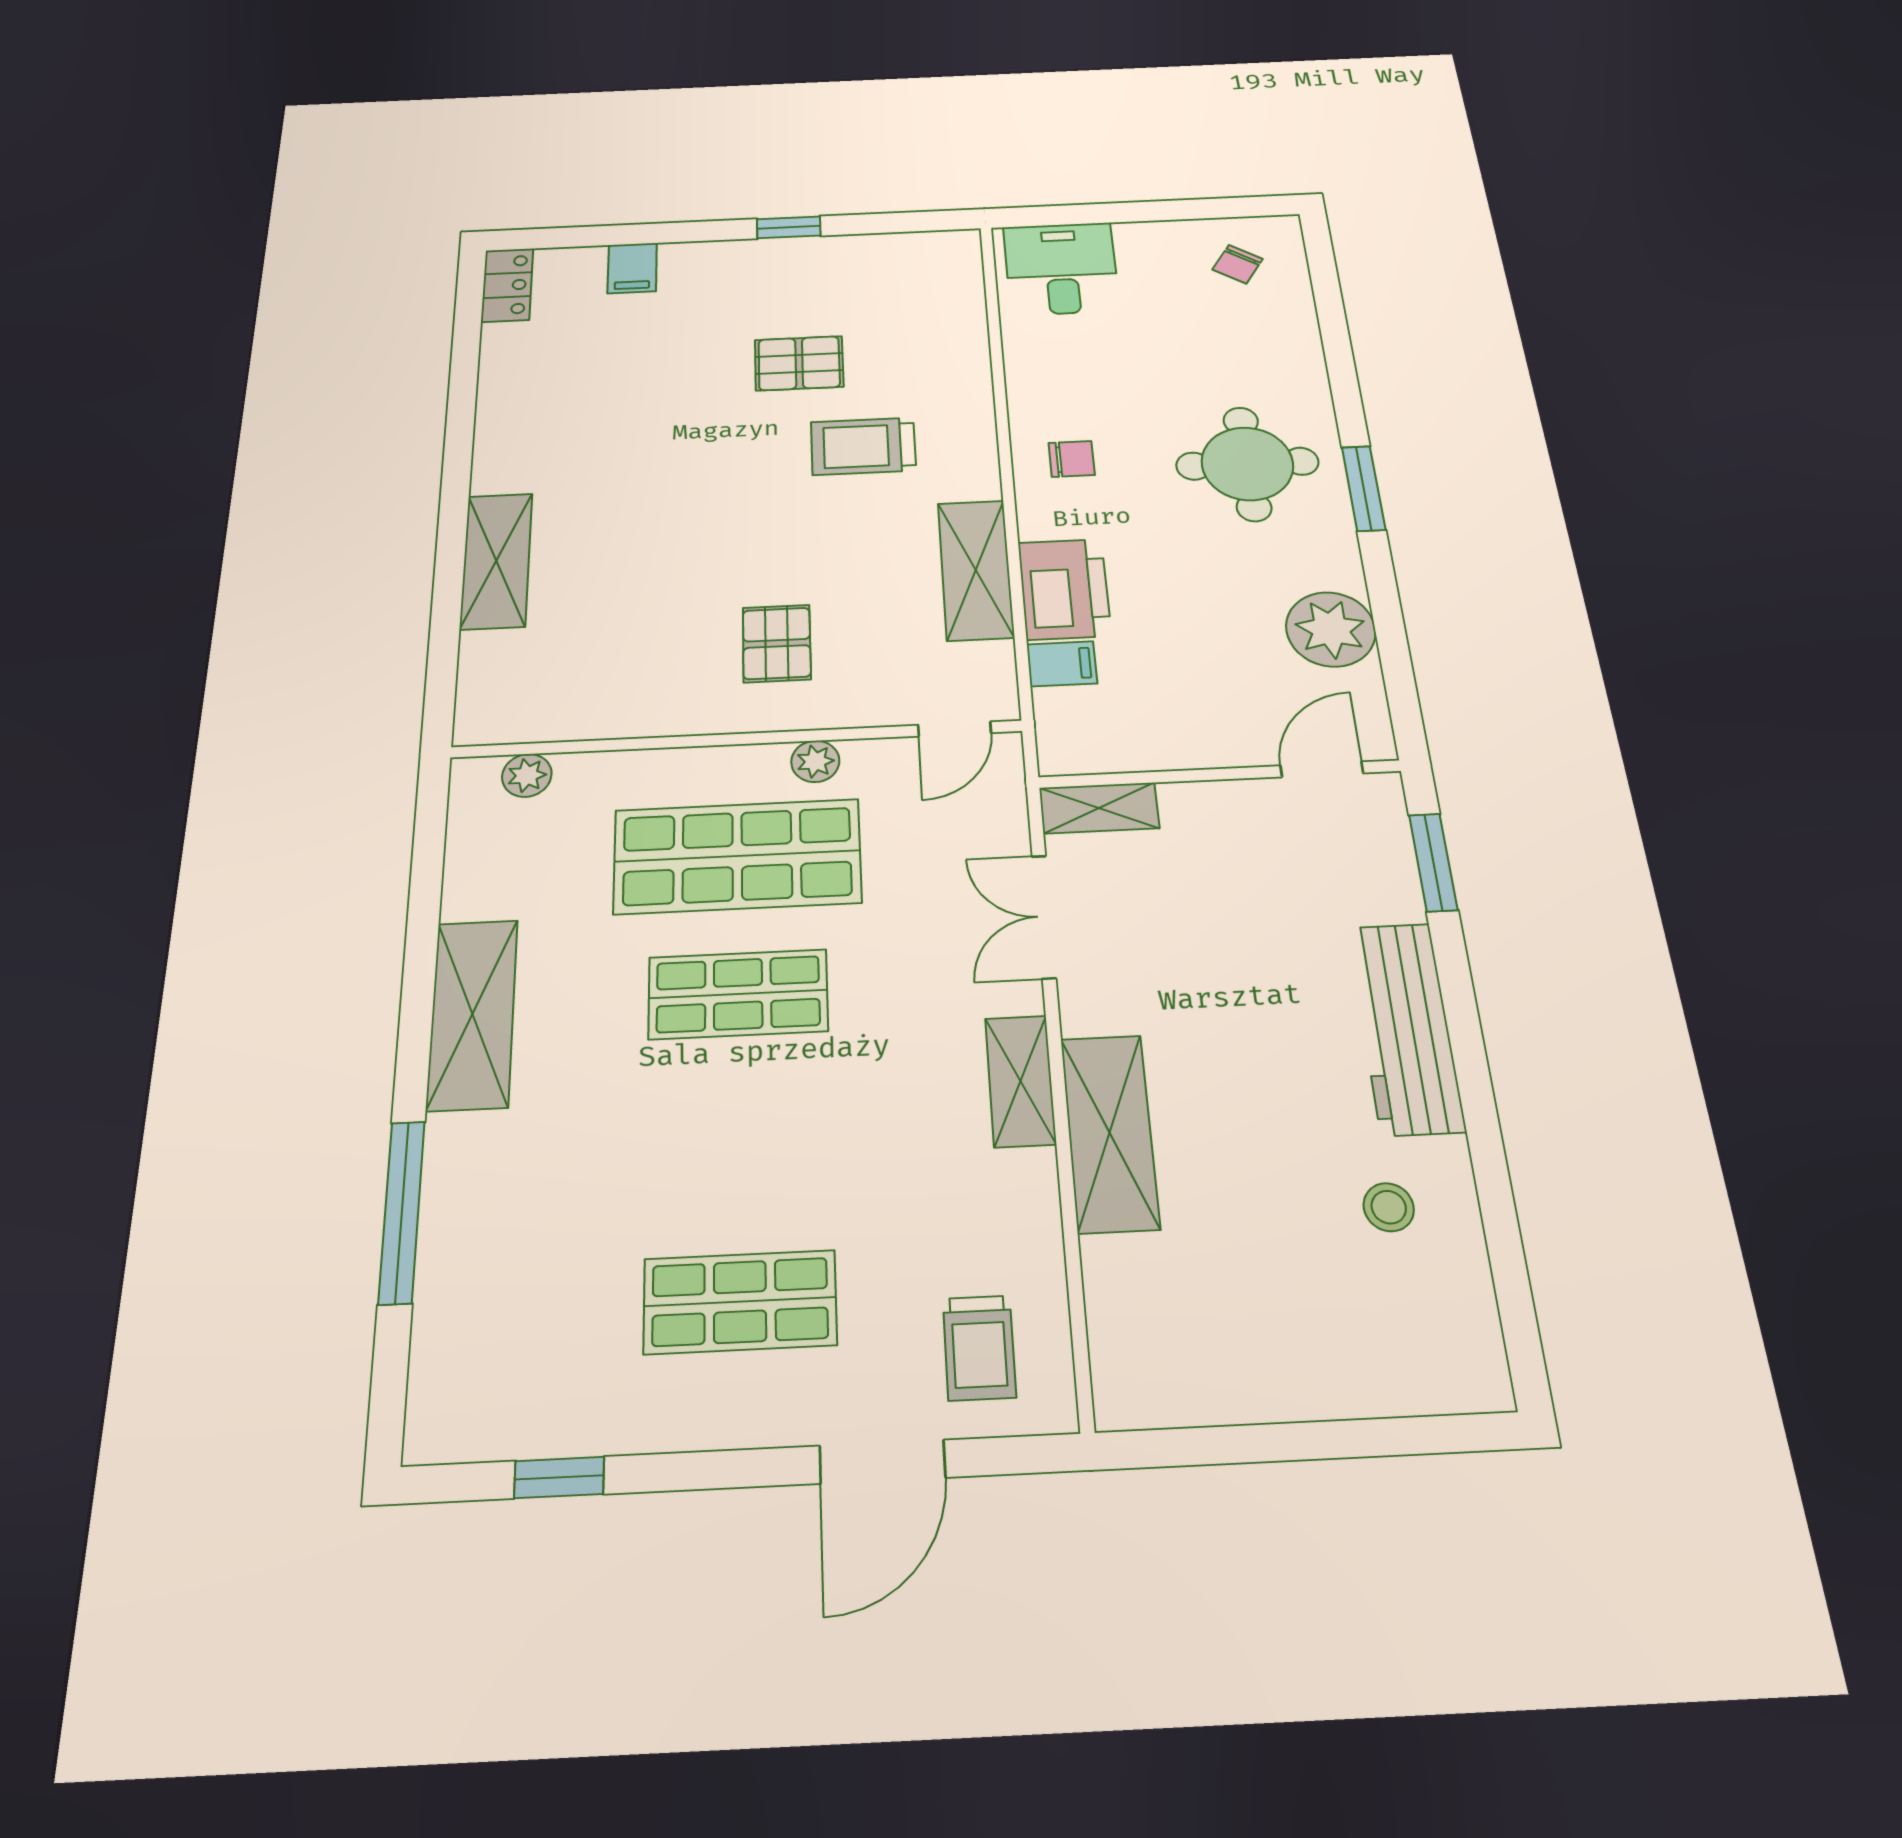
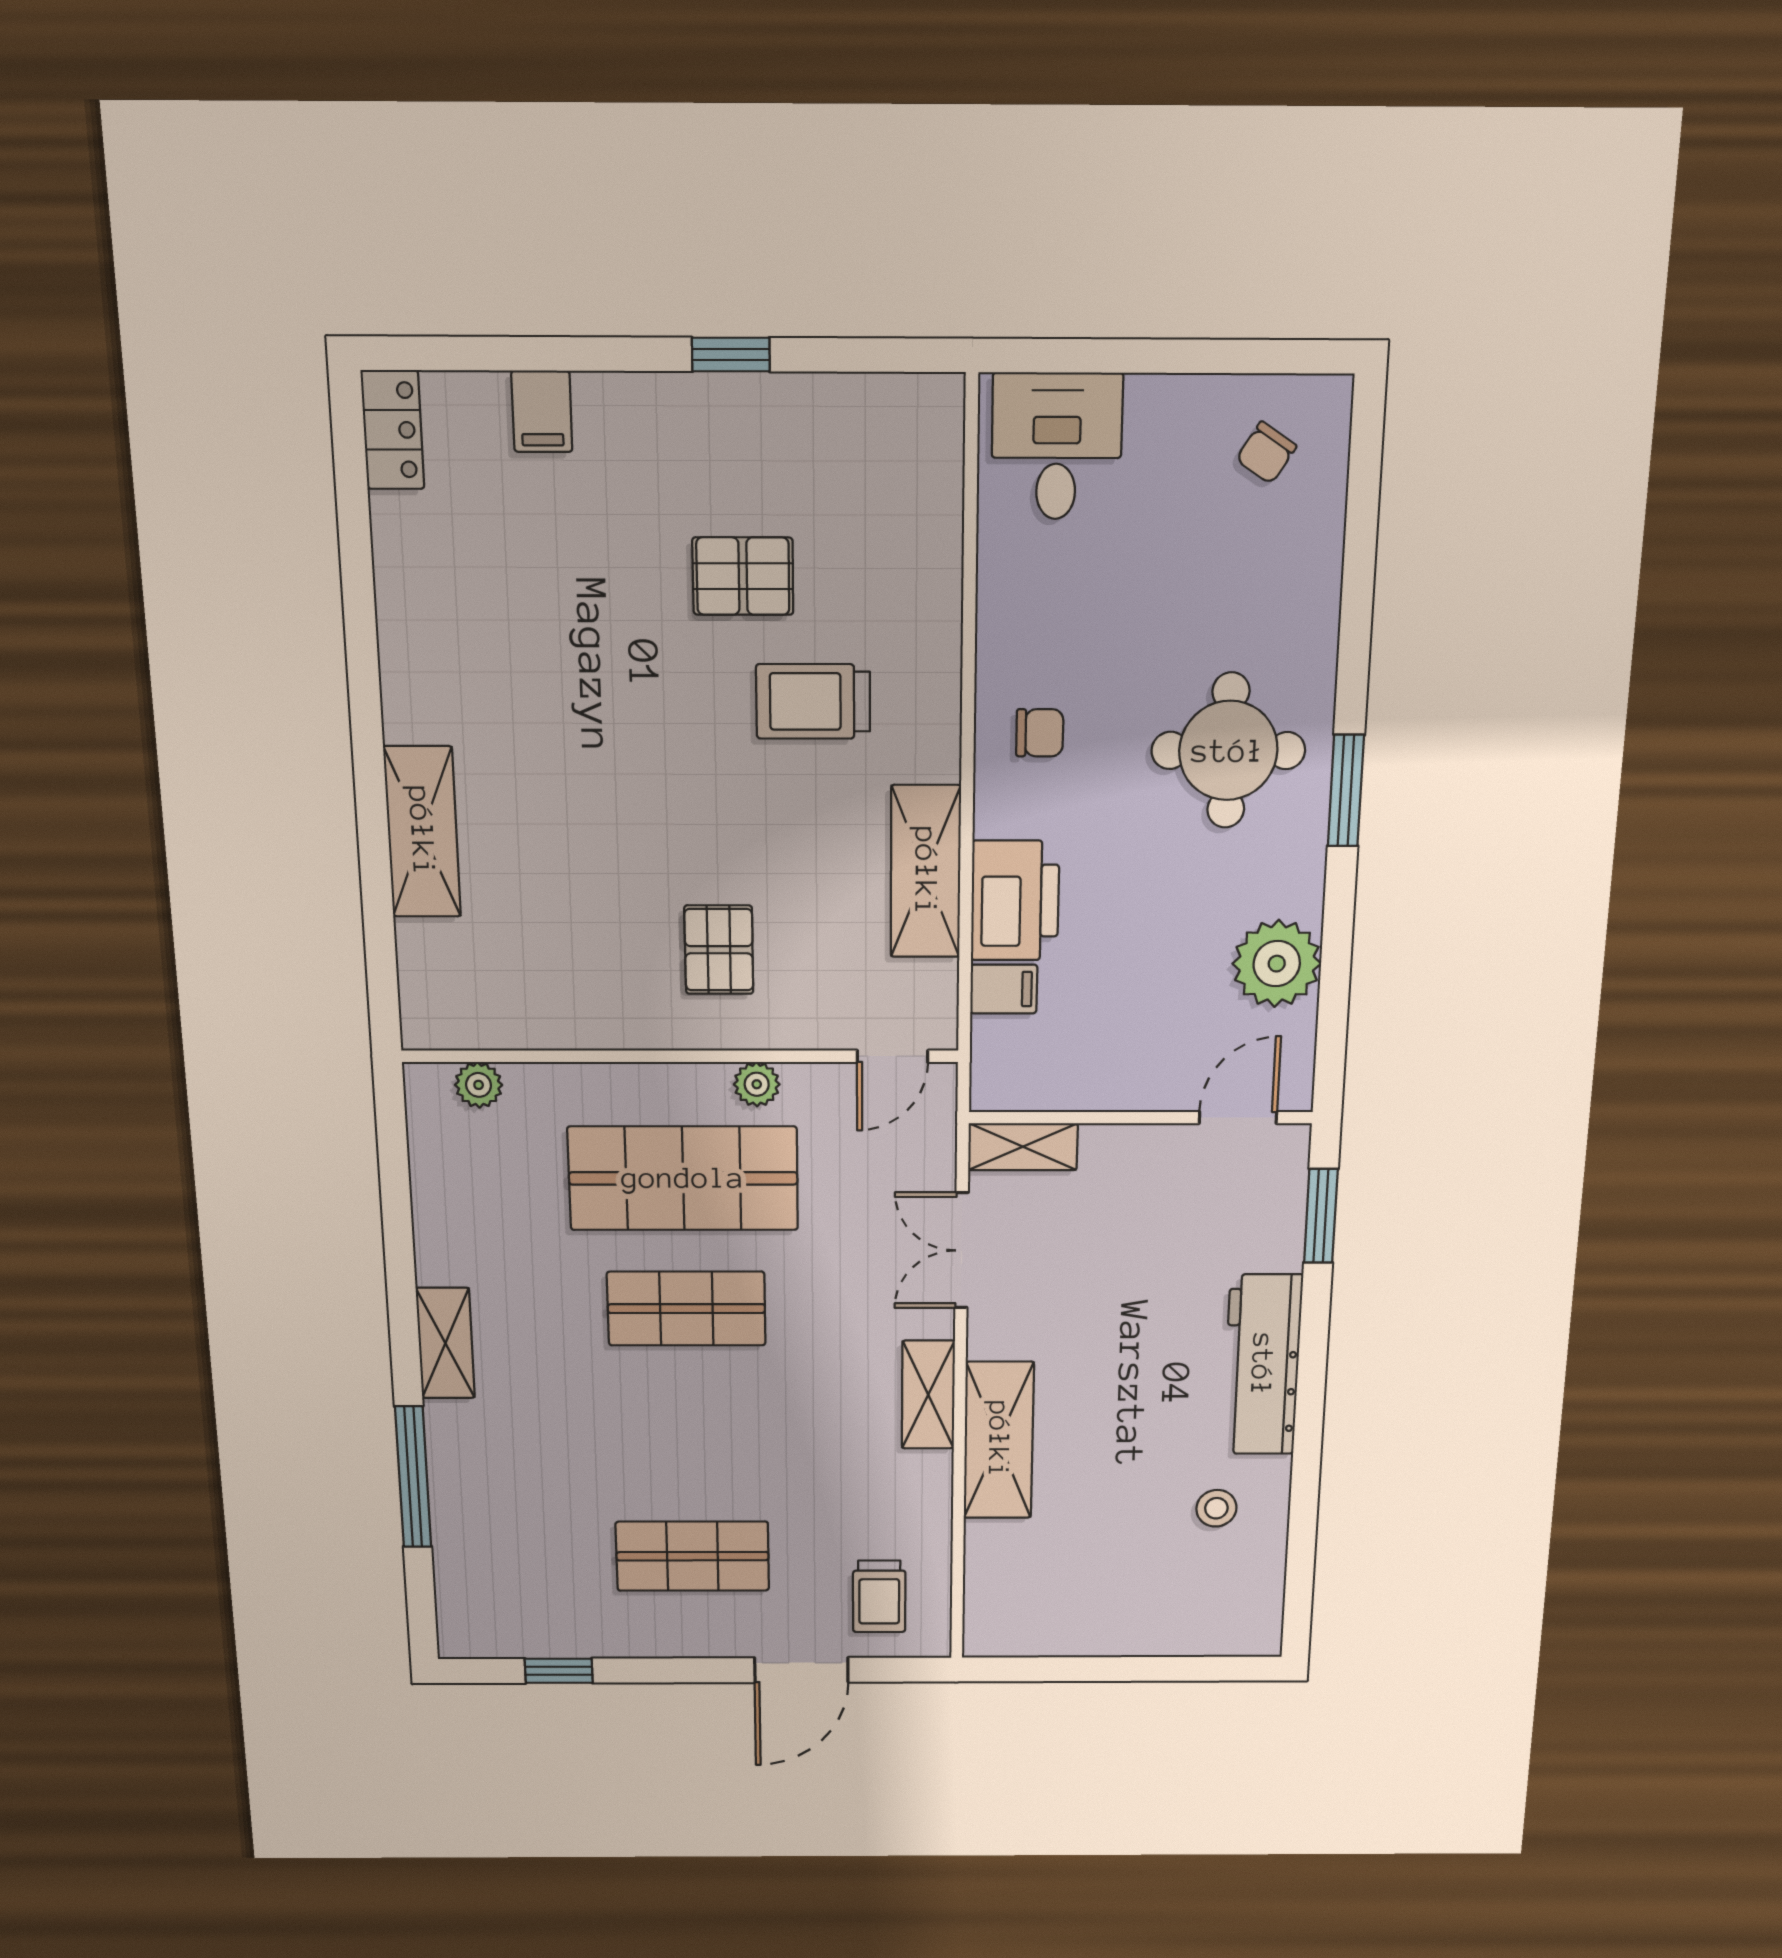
shelving: (473, 1014) -> (445, 1343), width x0.67, depth x0.75

